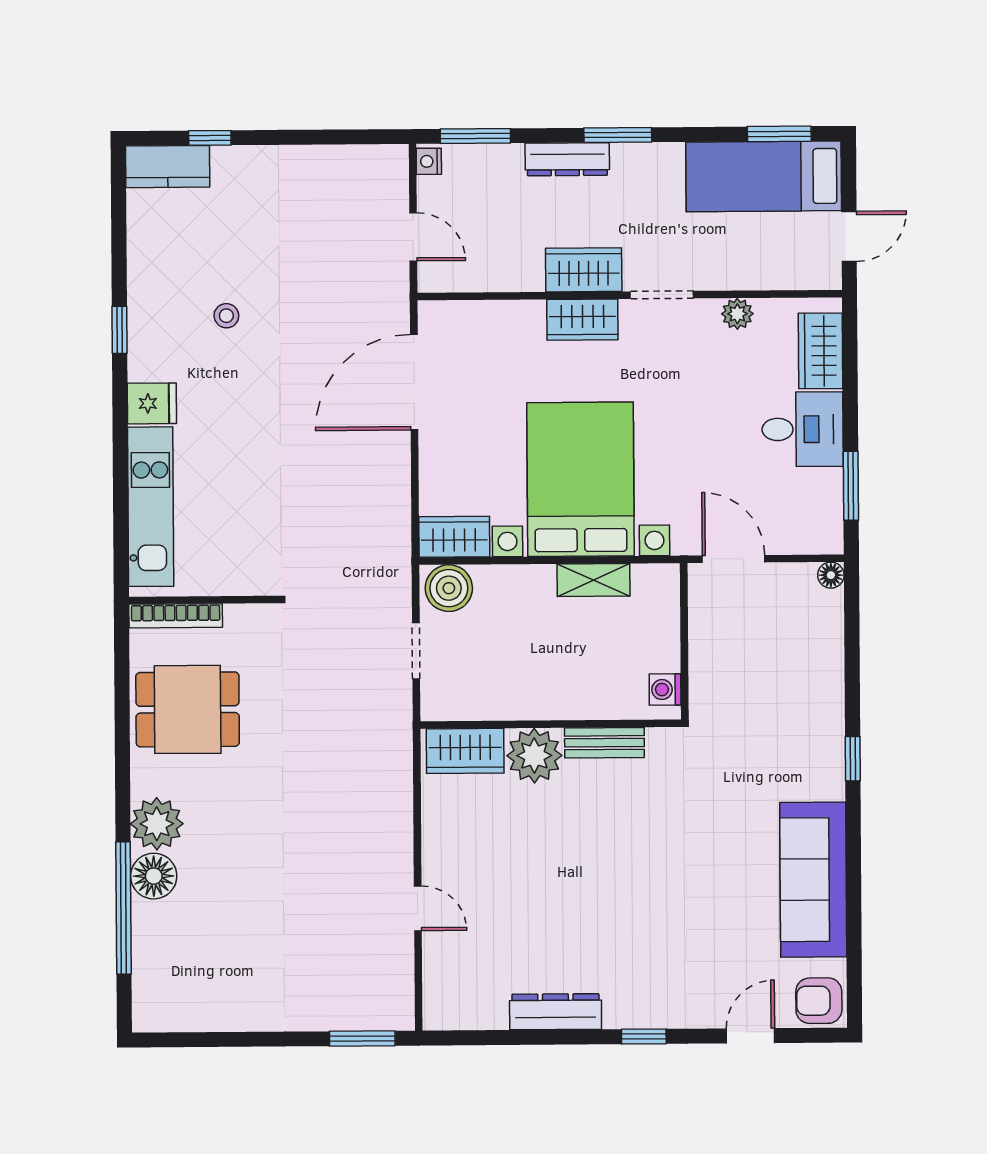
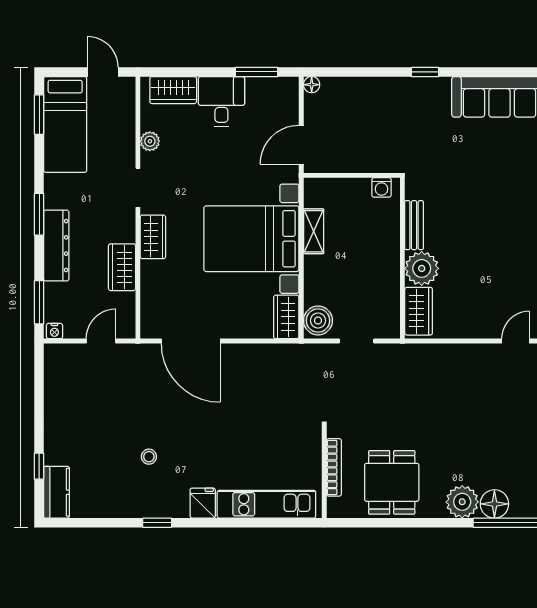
dresser: (567, 159) -> (56, 246), width x1.37, depth x1.24
wardrobe: (584, 270) -> (122, 267), moved
bookcase: (176, 616) -> (334, 467), moved

